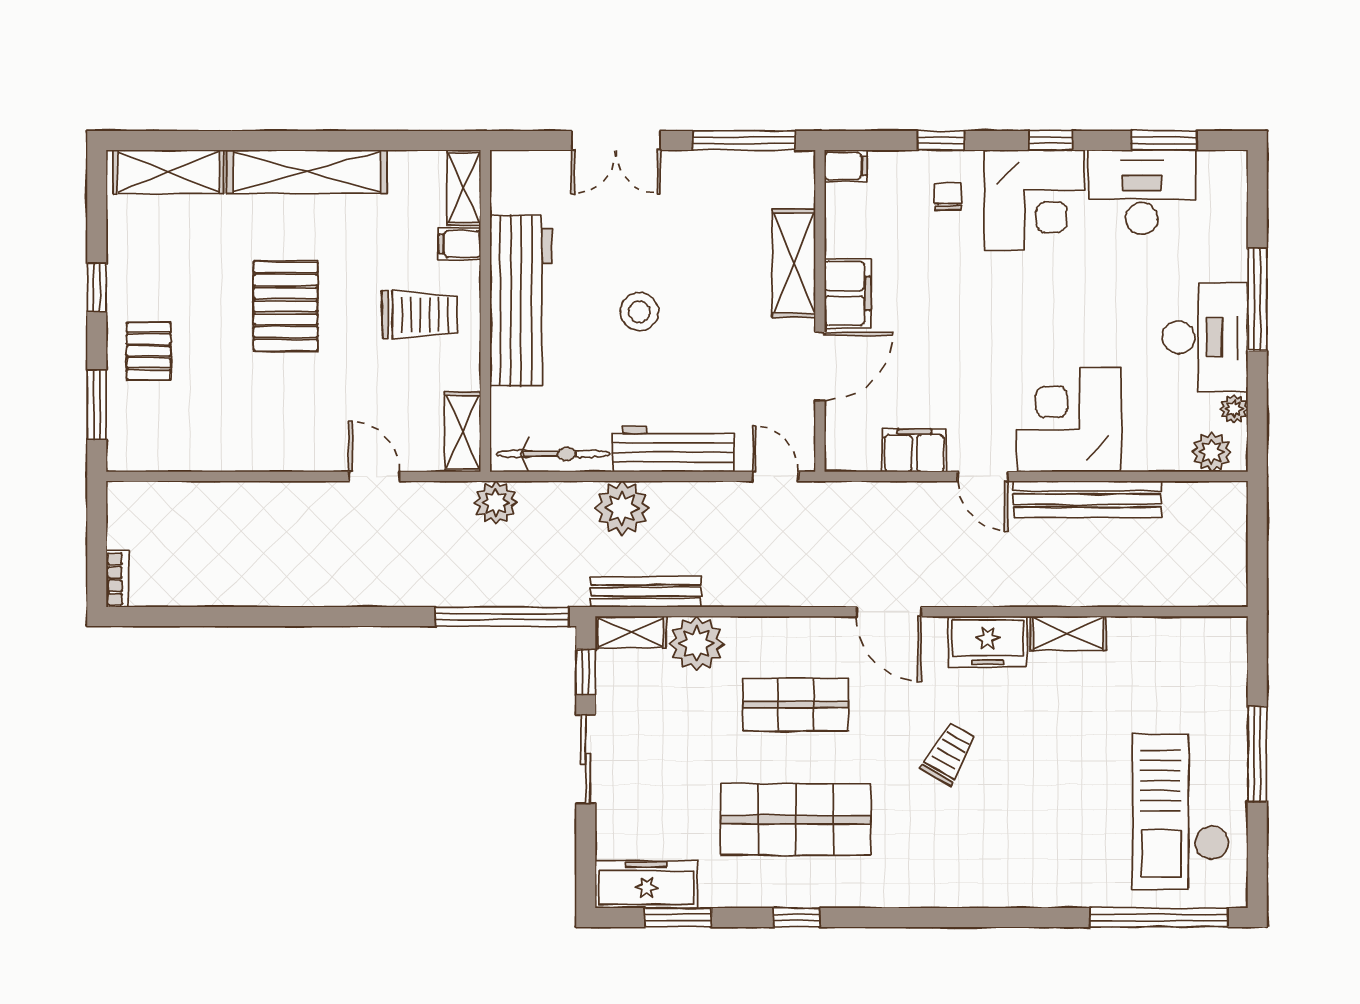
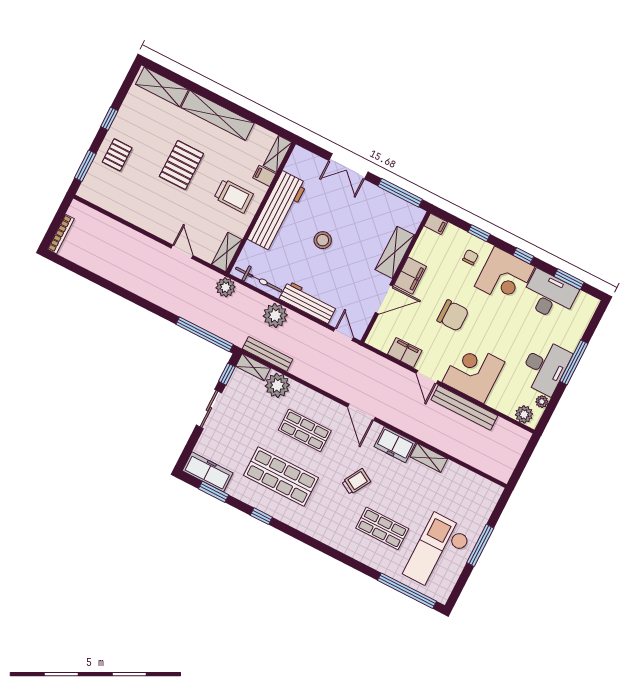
chair: (972, 329) -> (453, 315), added
bookcase: (117, 579) -> (61, 234), width x1.56
shop shelf: (1047, 820) -> (382, 528), added

